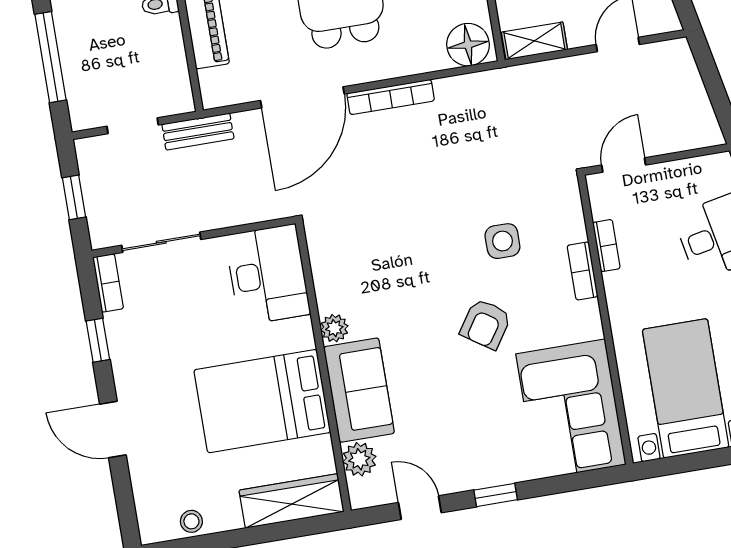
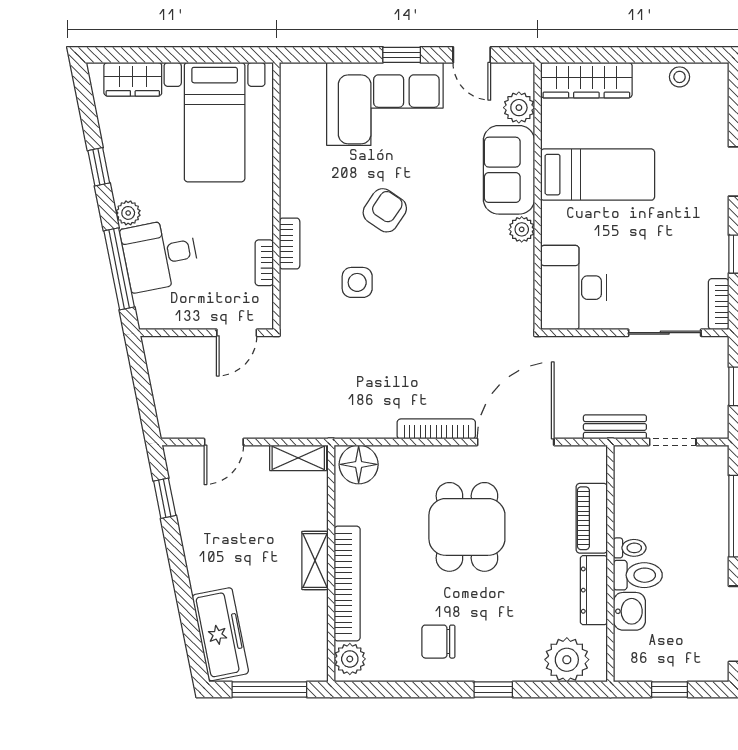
bed: (262, 401) -> (598, 175), width x0.67
corner sofa: (571, 409) -> (385, 104), moved, turned 90

